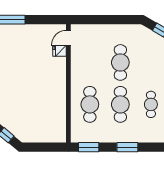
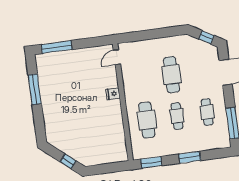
fridge: (60, 51) -> (113, 94), moved
cafe table: (120, 104) -> (177, 116), width x0.73, depth x0.74

